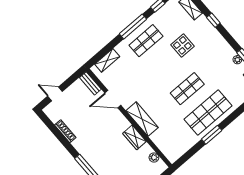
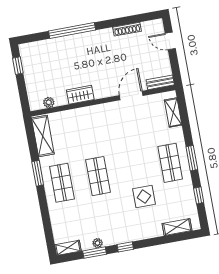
window: (213, 20) -> (125, 247), moved
window: (133, 27) -> (192, 158), width x0.69
door: (55, 94) -> (170, 41), swing flipped
shop shelf: (208, 113) -> (62, 183), width x0.70, depth x0.74
shelving: (142, 119) -> (43, 136), moved, turned 90

